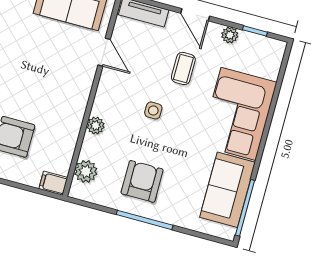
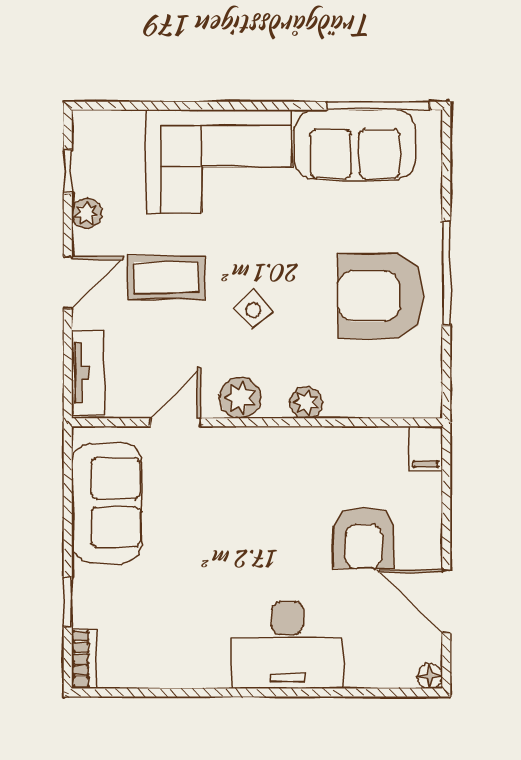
coffee table: (183, 68) -> (166, 278), width x1.36, depth x1.30
side table: (153, 110) -> (253, 310), turned 45
plant: (86, 171) -> (240, 398), moved
armchair: (142, 181) -> (381, 296), width x1.36, depth x1.36

